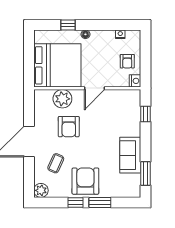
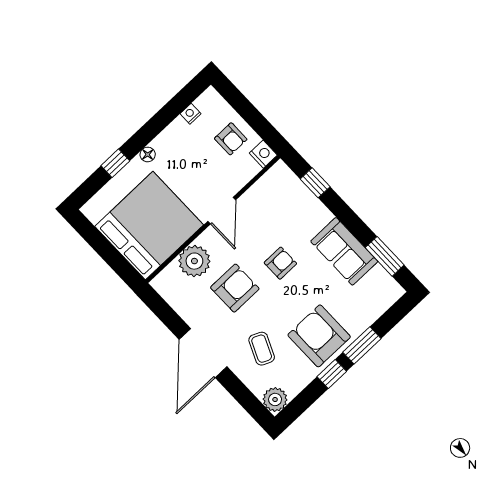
armchair: (69, 127) -> (235, 288), turned -90
armchair: (98, 134) -> (280, 263), added

